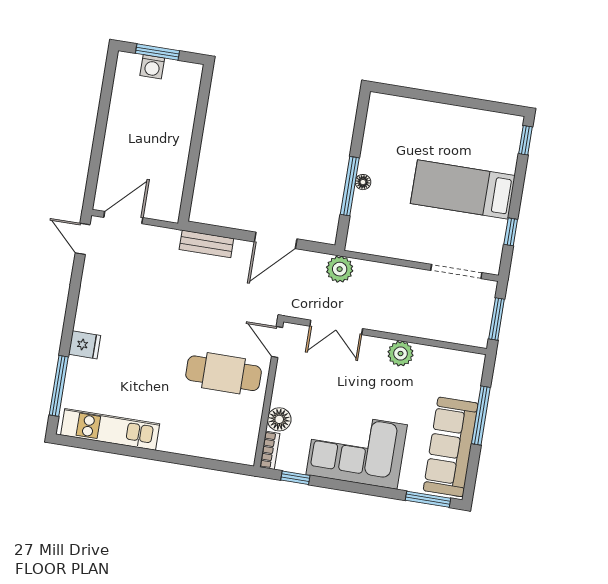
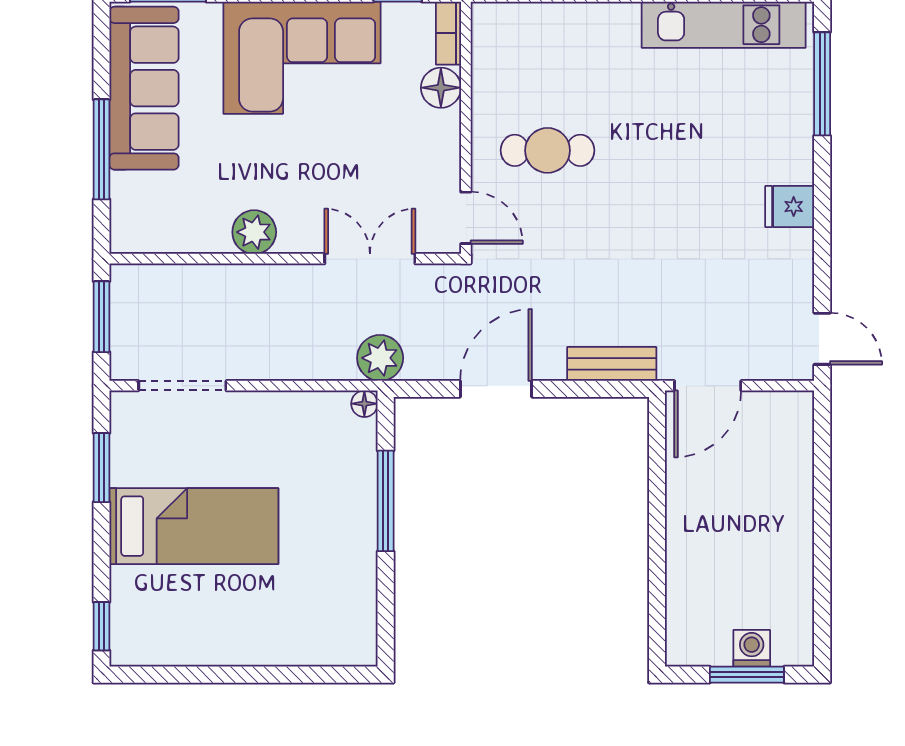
floor lamp: (363, 182) -> (364, 404), moved
door: (123, 218) -> (708, 386), moved
window: (511, 232) -> (101, 468), width x1.50
fridge: (85, 345) -> (790, 206), moved
cafe table: (224, 373) -> (548, 150), width x0.73, depth x0.74

